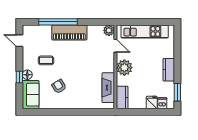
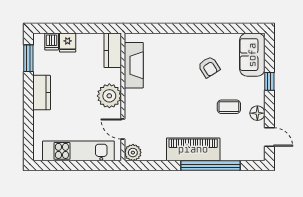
floor lamp: (27, 75) -> (257, 113), moved

